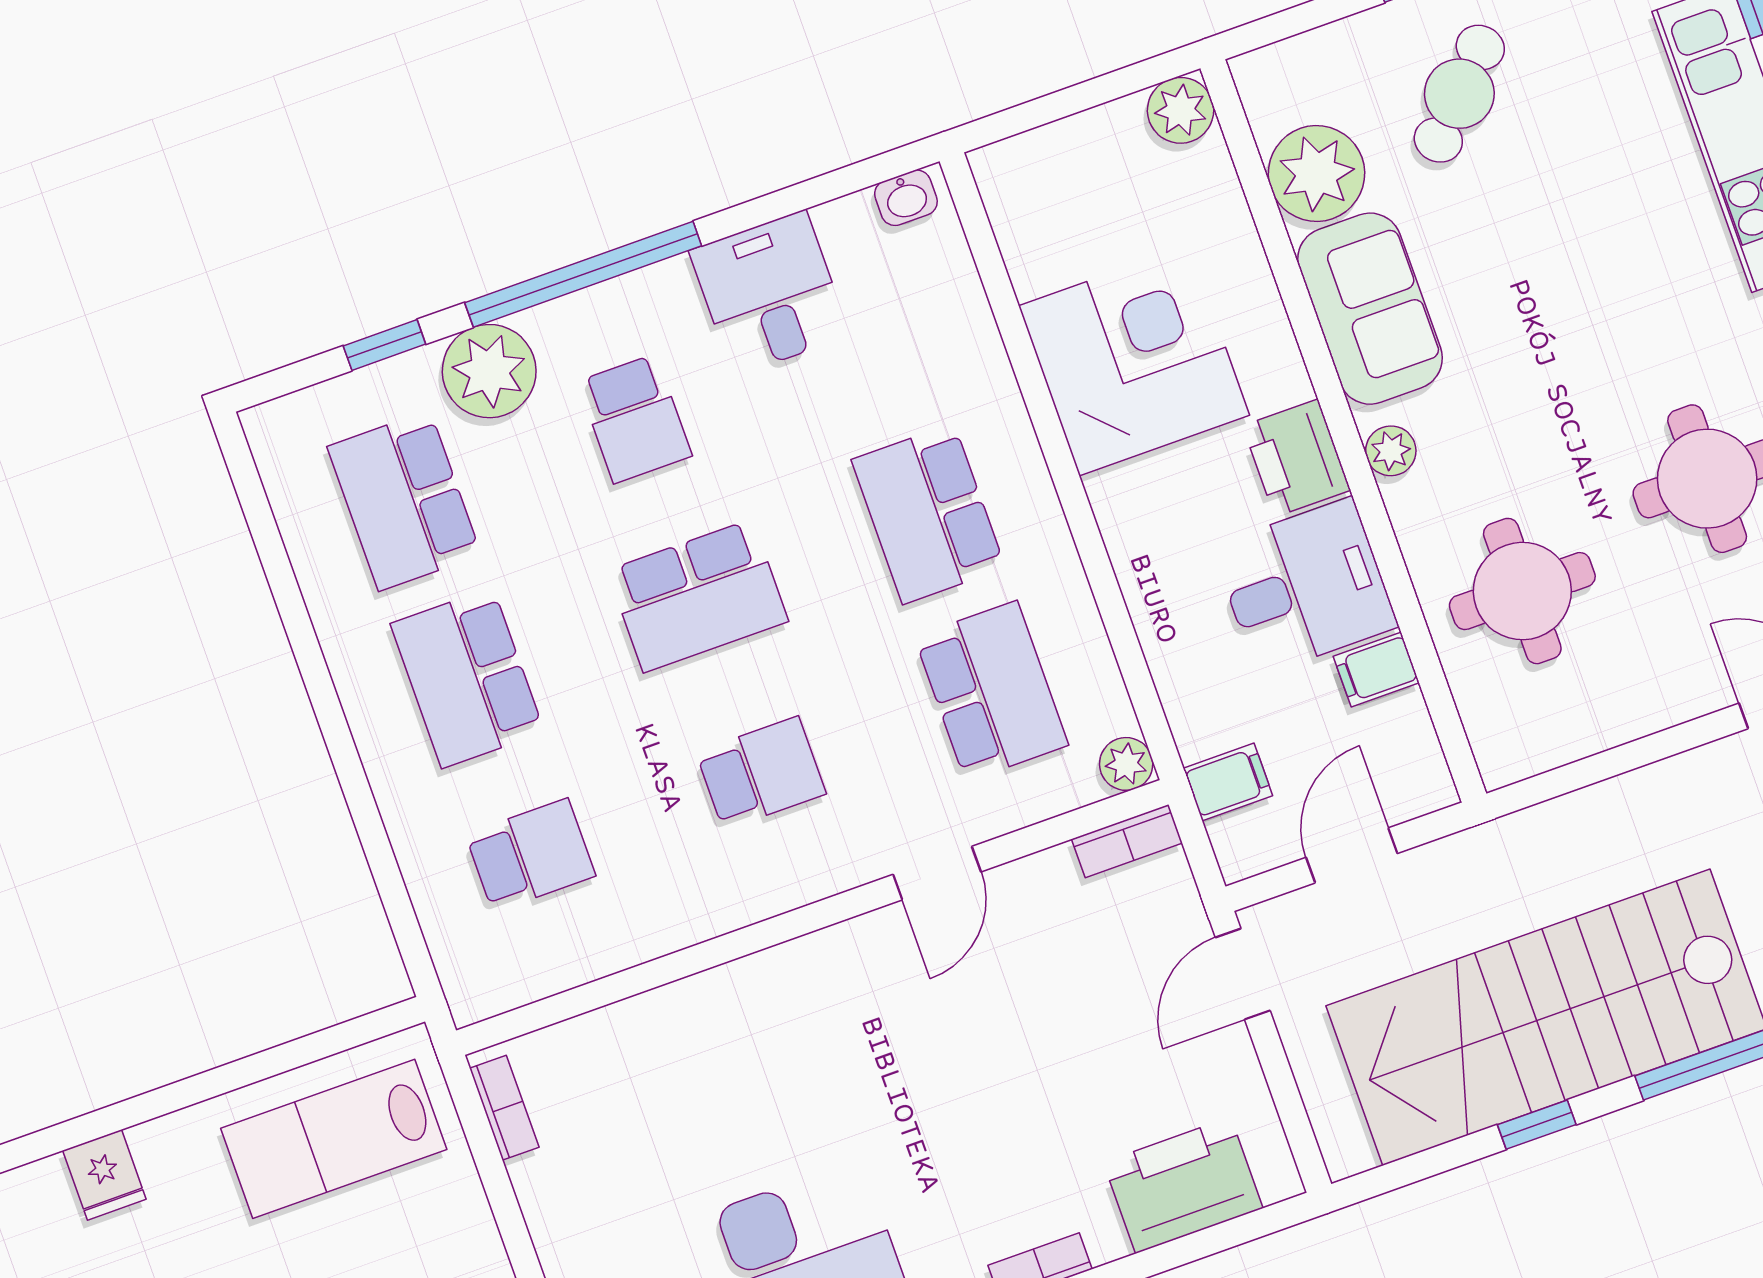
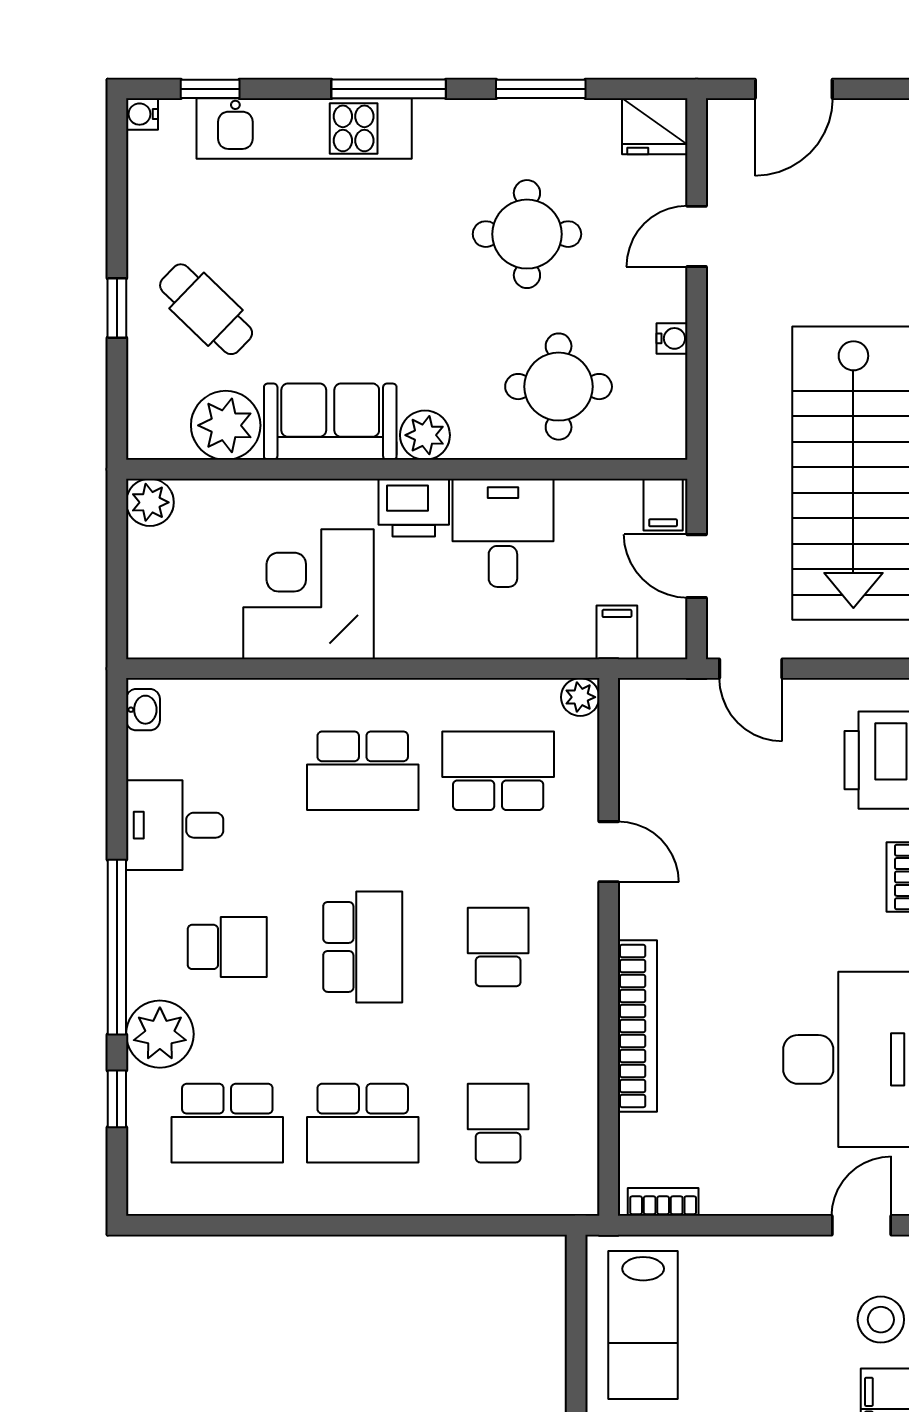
plant: (1391, 451) -> (425, 435), width x1.38, depth x1.38
filing cabinet: (1376, 669) -> (663, 505), moved
water cooler: (1638, 717) -> (672, 338), added
bookcase: (1127, 841) -> (637, 1026), moved, width x2.31, depth x1.31

